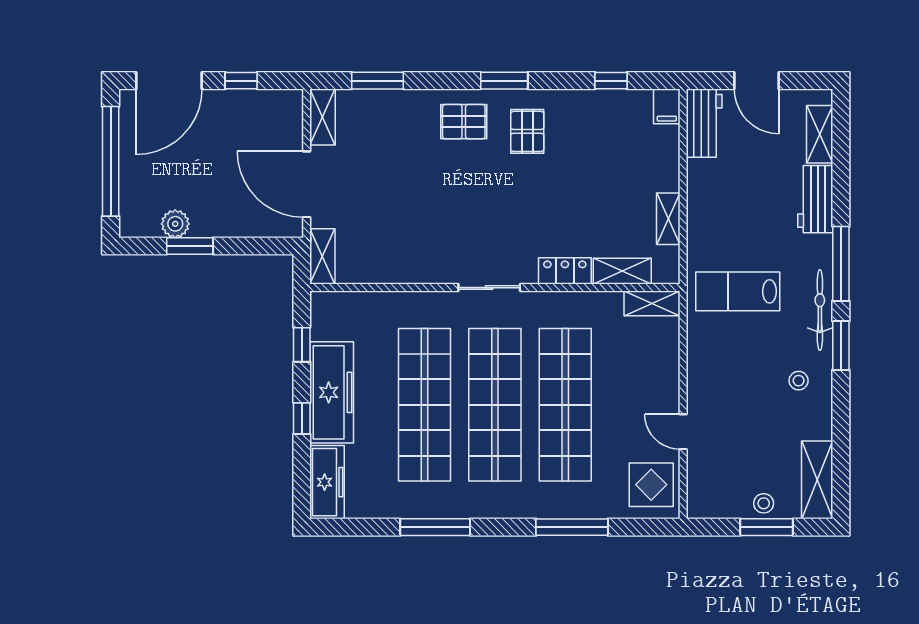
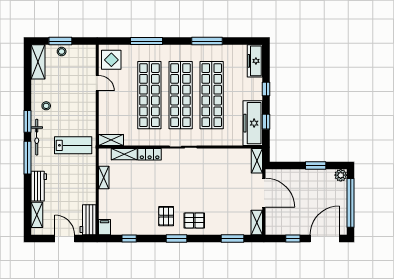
plant: (175, 224) -> (341, 175), moved
freezer: (332, 392) -> (253, 123), moved

